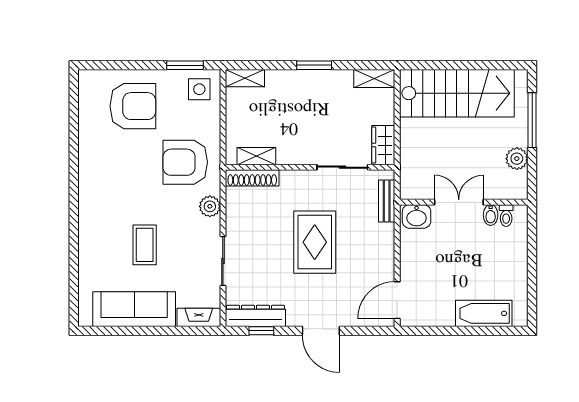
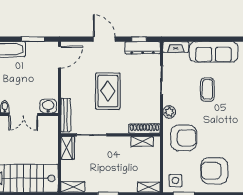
bench: (387, 201) -> (66, 115), width x1.36
window: (442, 331) -> (33, 39), added

